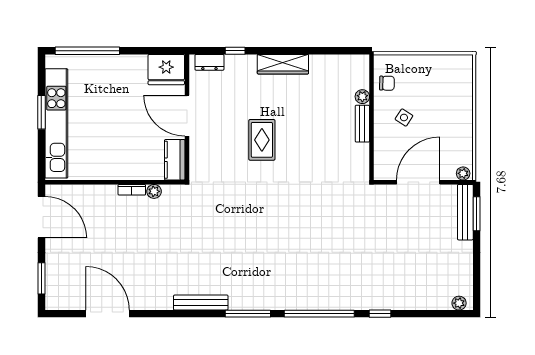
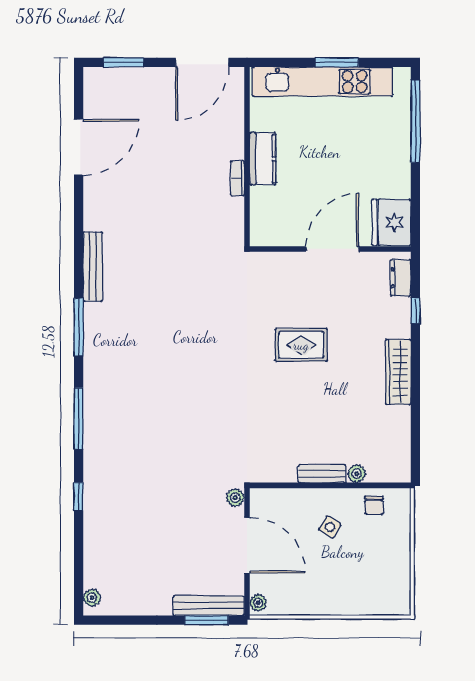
kitchen counter: (175, 160) -> (263, 159), moved, turned 90
plant: (154, 191) -> (235, 498), moved
window: (319, 314) -> (79, 418), width x0.68

